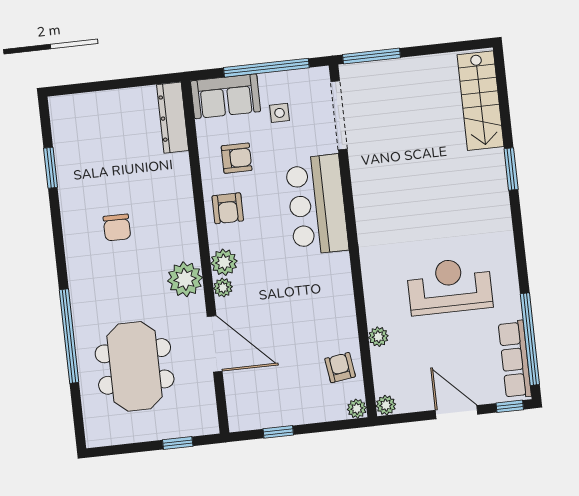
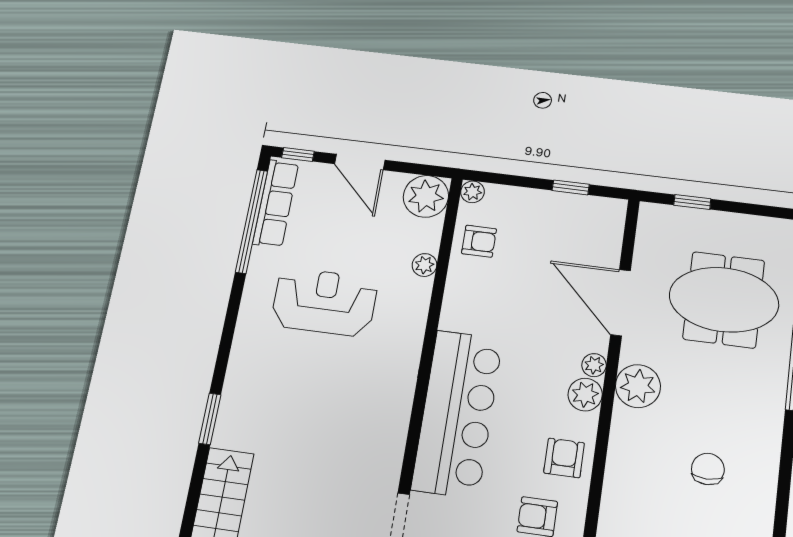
bar counter: (317, 205) -> (457, 413), width x1.36
reception desk: (450, 286) -> (324, 302), turned 180
meeting table: (135, 366) -> (724, 300), turned 90
armchair: (340, 368) -> (479, 241), turned -82
plant: (386, 405) -> (426, 196), width x1.88, depth x1.88

